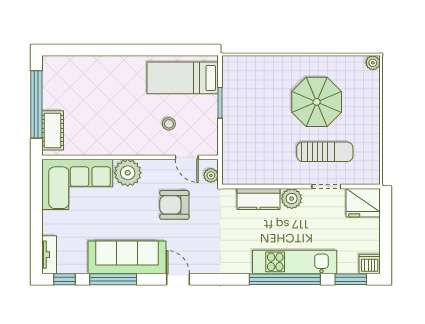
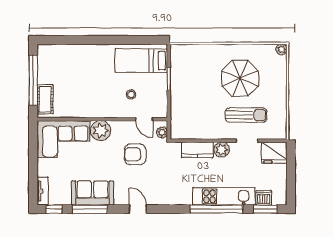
sofa: (127, 257) -> (93, 193), width x0.73
dishwasher: (370, 264) -> (264, 198), moved

